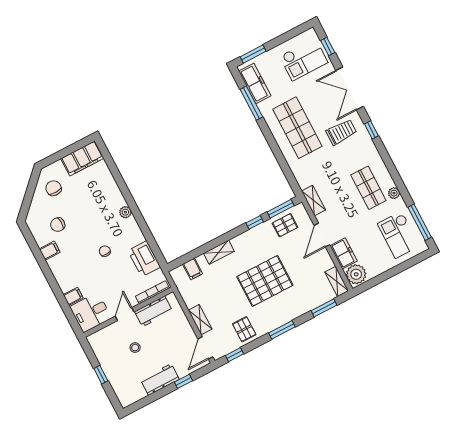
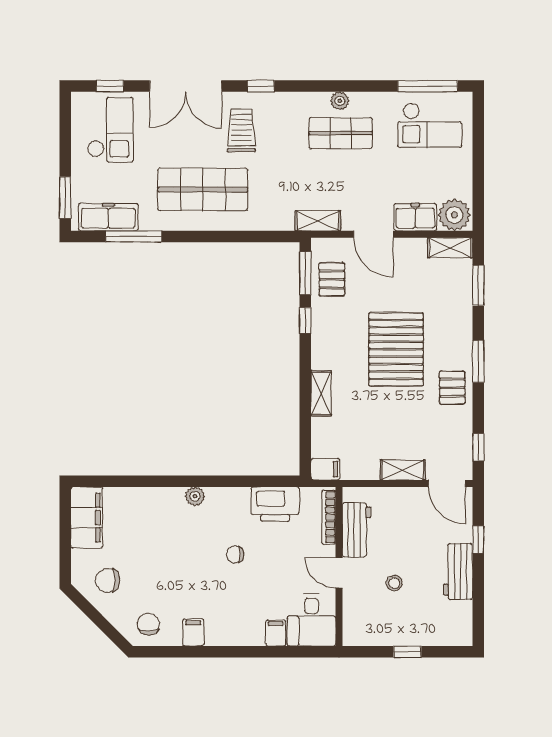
plant: (394, 193) -> (340, 101), moved
chair: (58, 225) -> (148, 624), moved, turned 180
filing cabinet: (193, 269) -> (325, 469), moved
pallet: (244, 329) -> (452, 388), moved, turned 90

